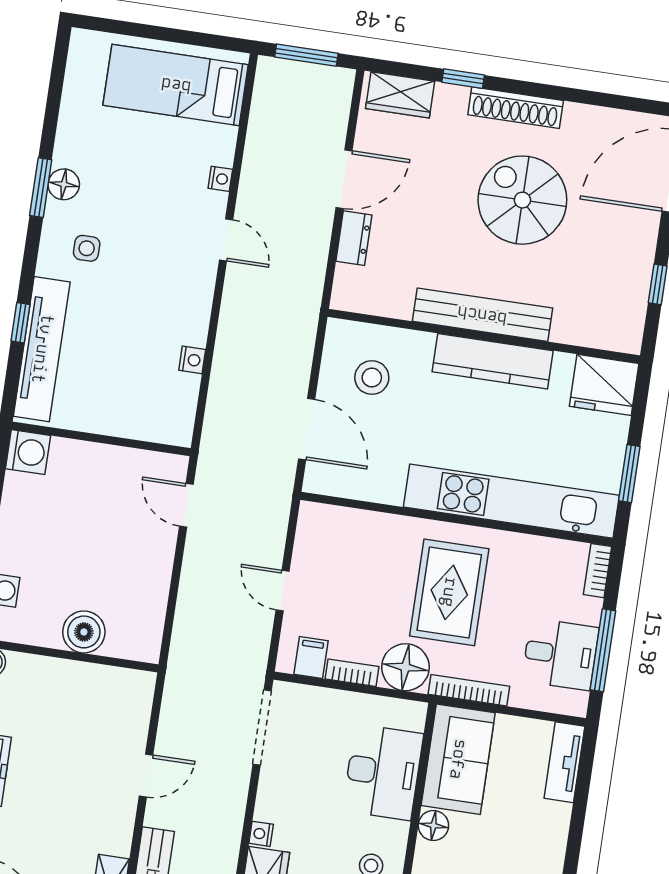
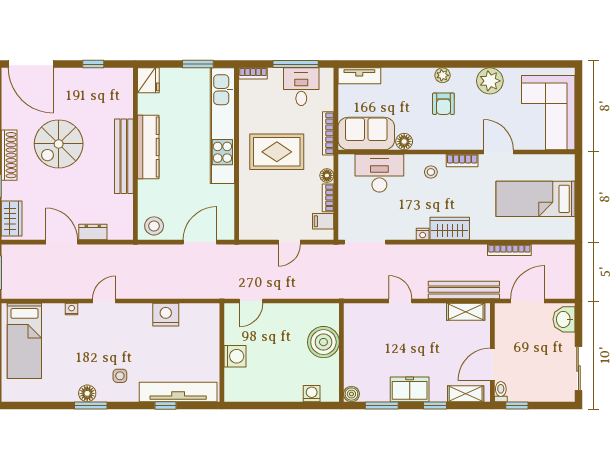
nightstand: (192, 360) -> (166, 315), width x1.89, depth x1.79
stool: (372, 378) -> (154, 226), moved
fridge: (604, 385) -> (148, 80), width x0.73, depth x0.75
washing machine: (28, 452) -> (235, 356), moved, turned 90
boiler: (84, 632) -> (323, 342), width x1.37, depth x1.37
floor lamp: (405, 667) -> (327, 176), width x0.53, depth x0.53

